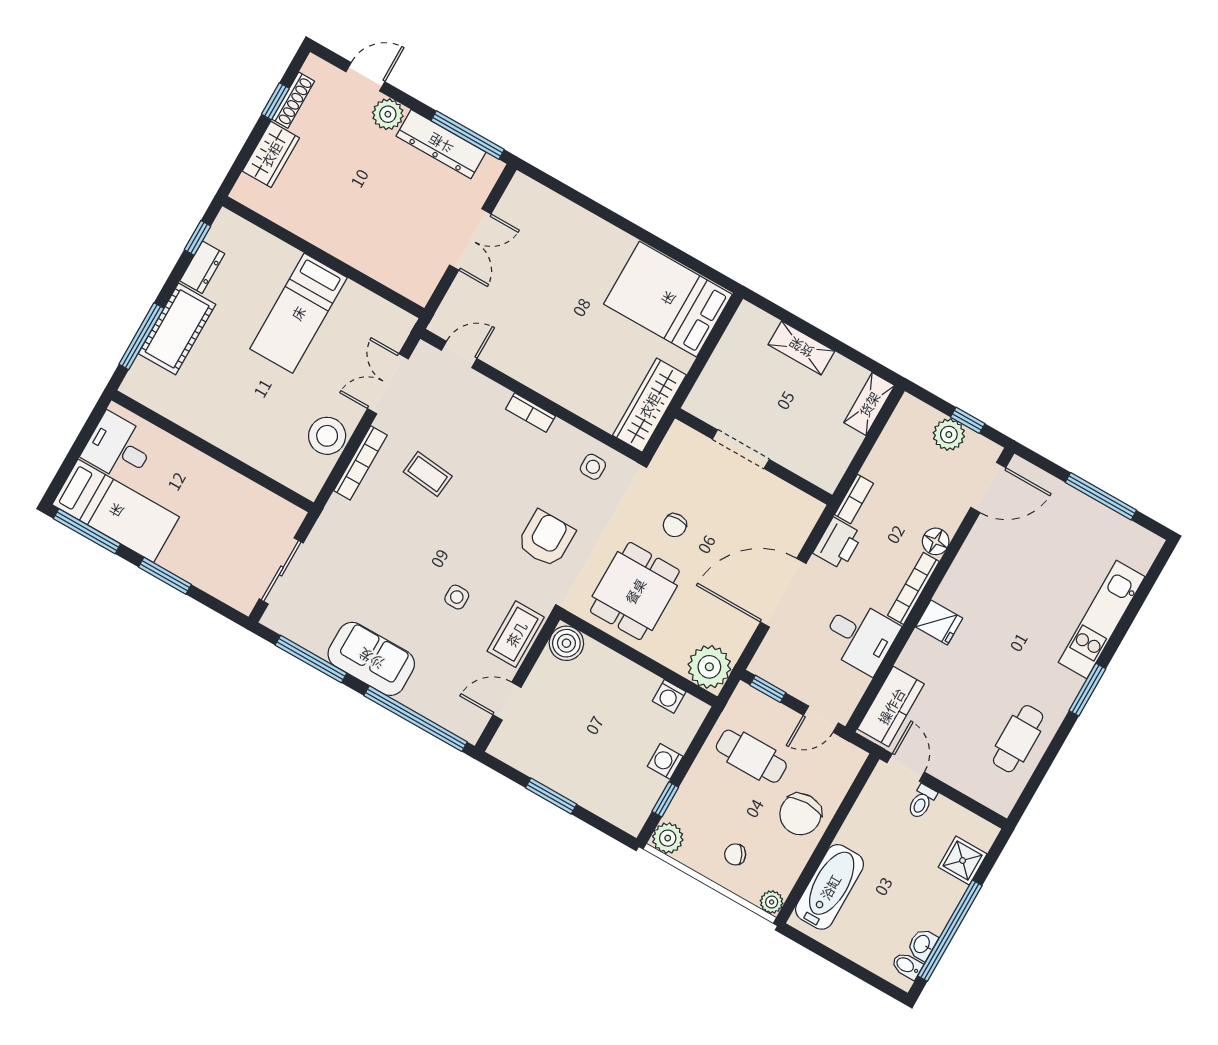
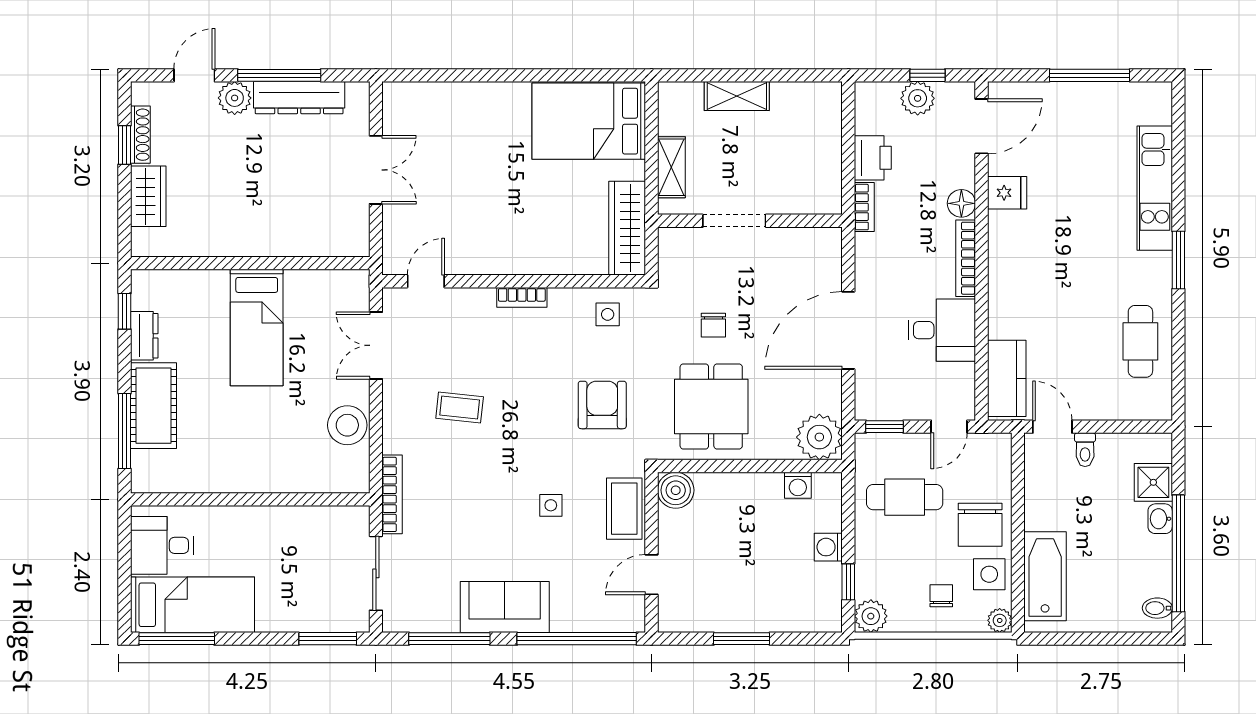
window: (468, 135) -> (279, 75), moved
shelving: (869, 404) -> (671, 167), moved
bookcase: (360, 463) -> (392, 494), moved
printer: (838, 543) -> (873, 158), moved
window: (165, 576) -> (328, 639), moved
fridge: (939, 623) -> (1007, 193), moved
chair: (735, 854) -> (941, 596), turned 118
side table: (785, 859) -> (989, 574), added
washbasin: (922, 944) -> (1160, 519), moved

